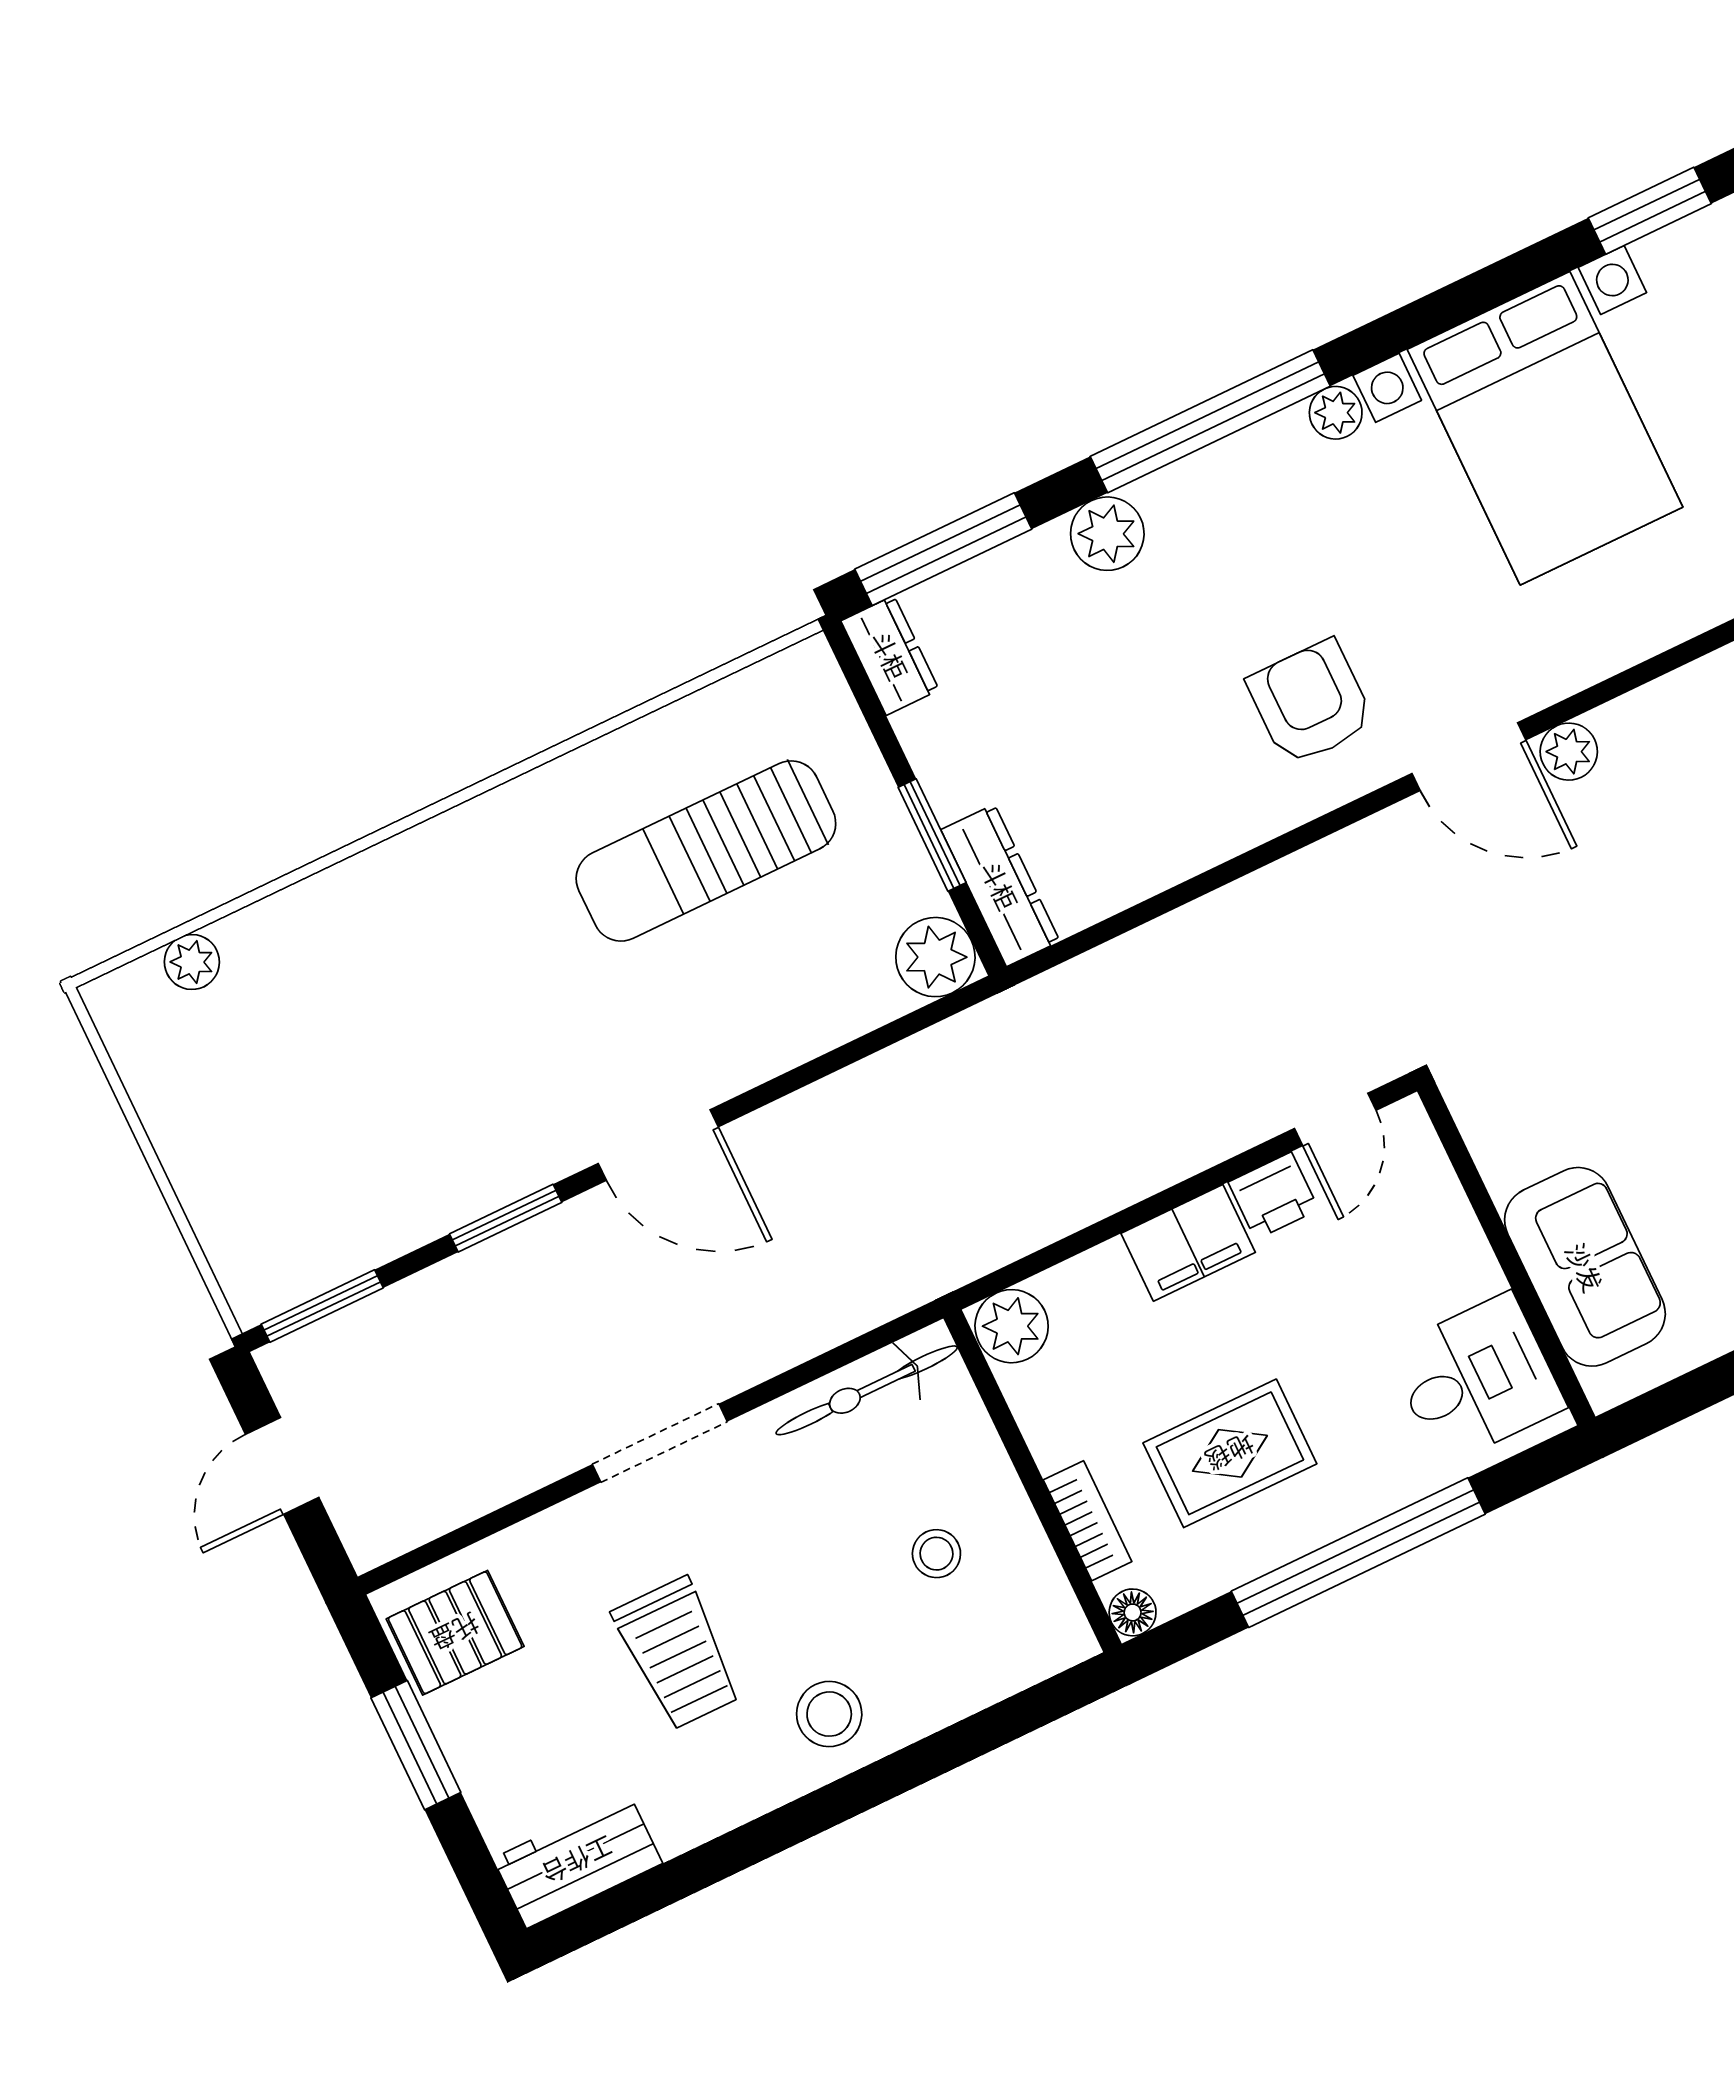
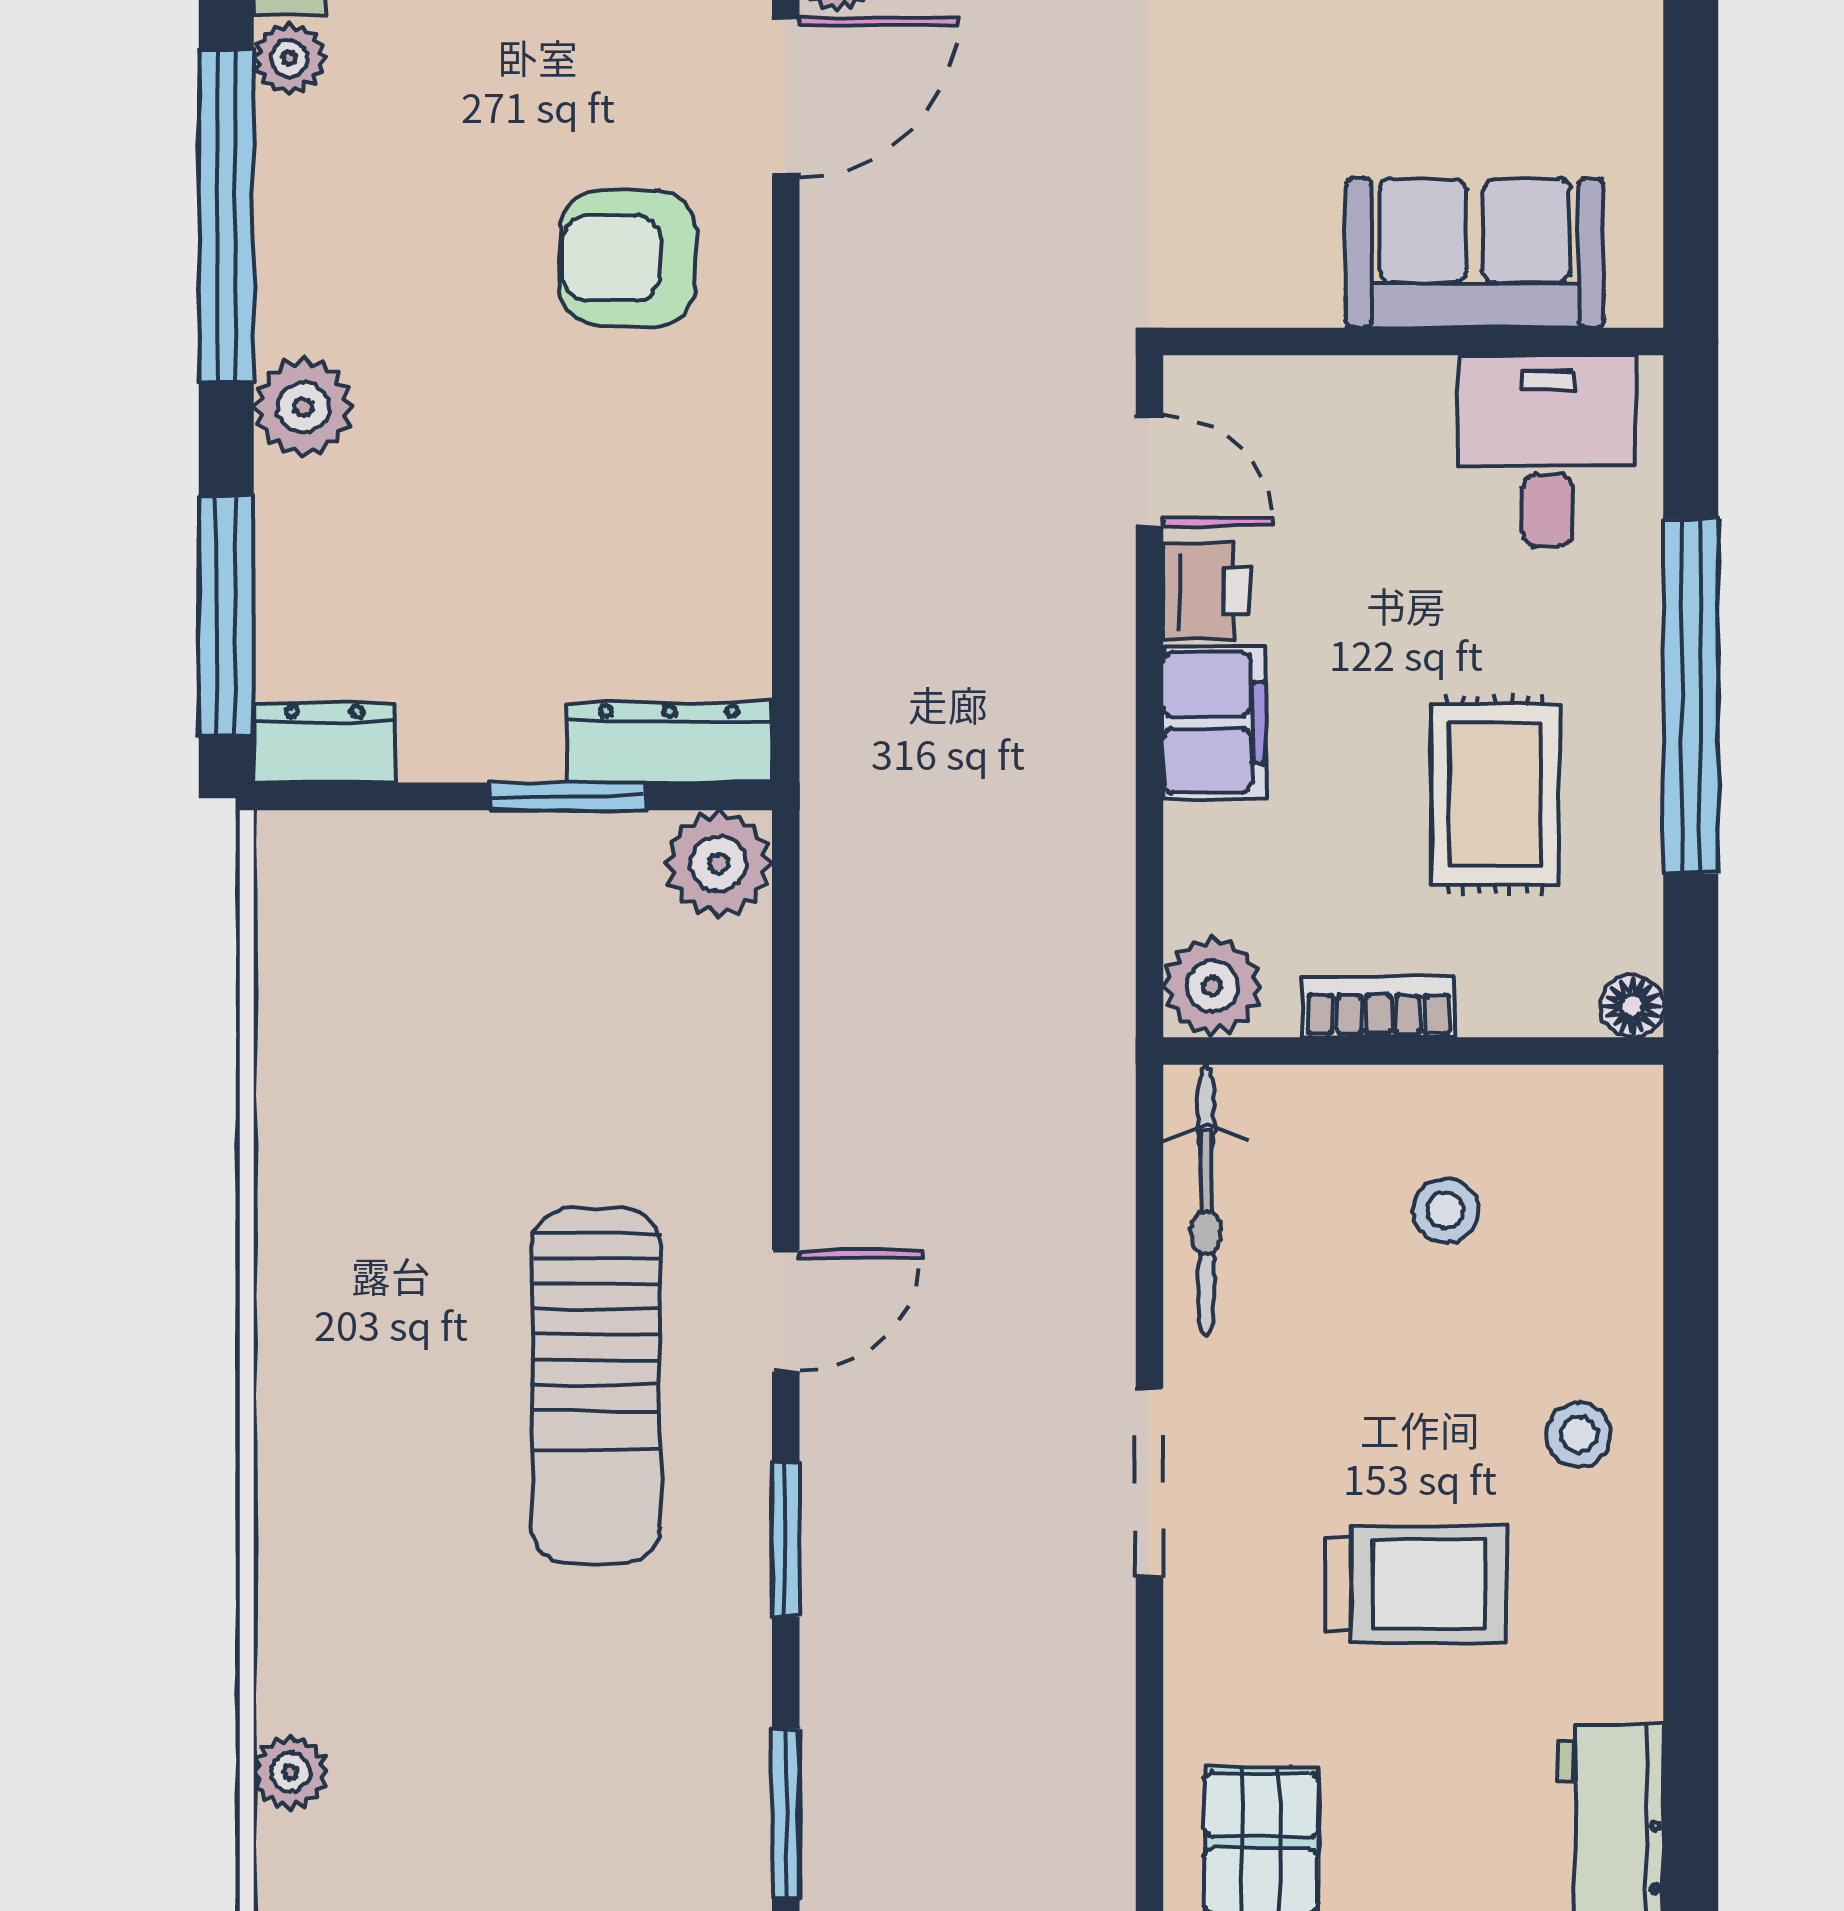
sun lounger: (706, 851) -> (596, 1386), moved
door: (658, 1145) -> (786, 1311), width x0.73
bookcase: (1088, 1521) -> (1379, 1007), moved
stool: (829, 1714) -> (1579, 1435), width x0.73, depth x0.73

